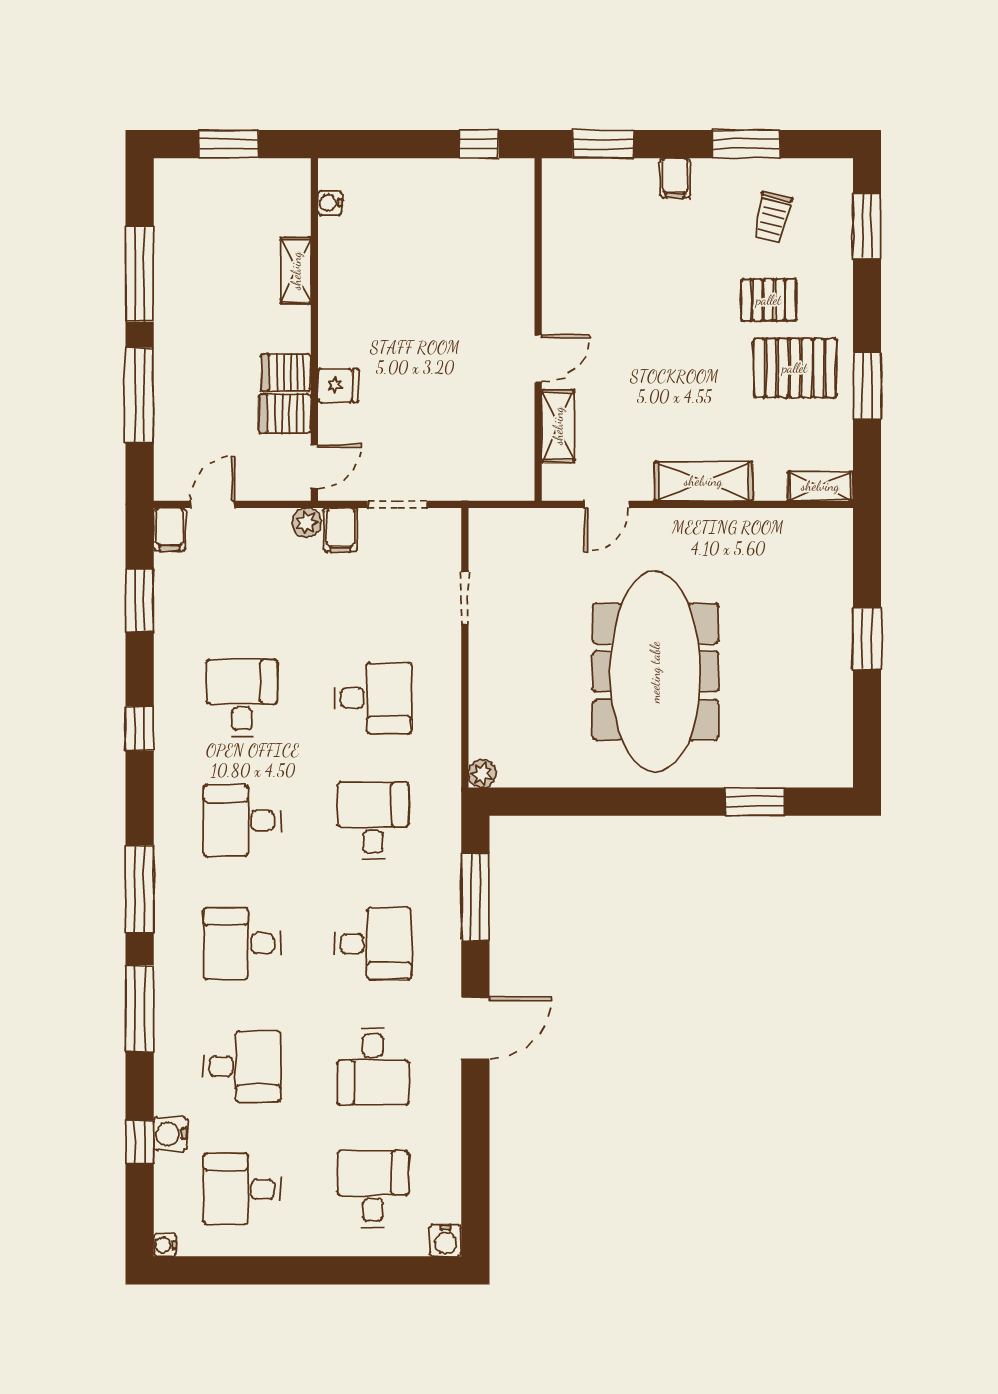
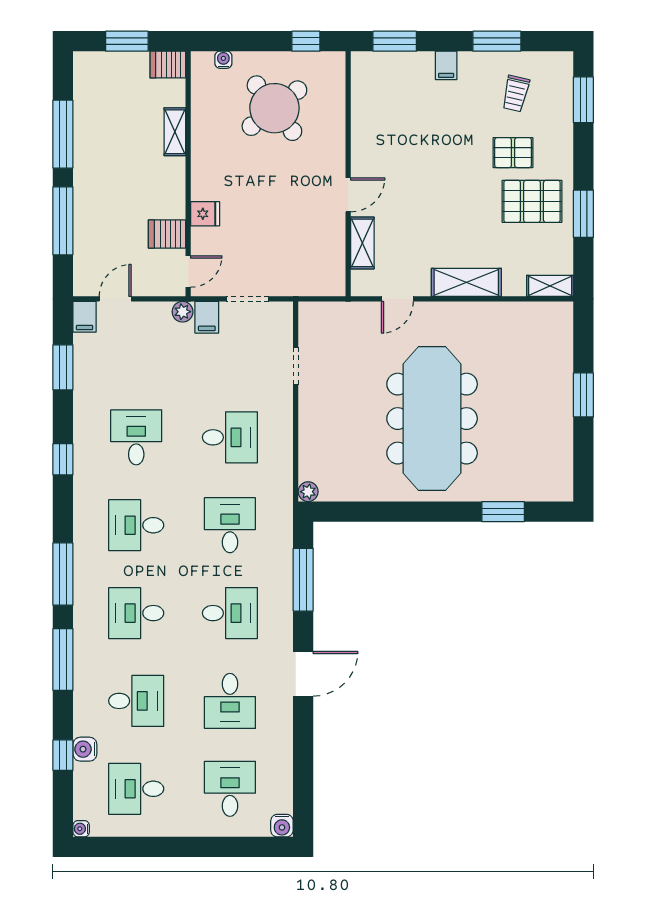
water cooler: (330, 203) -> (223, 60), moved, turned 90
round table: (435, 238) -> (274, 108), added
server rack: (286, 373) -> (168, 65), moved

